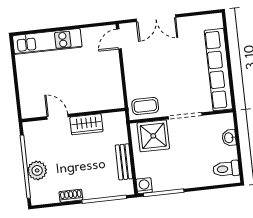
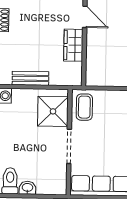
door: (58, 117) -> (85, 17), hinge flipped
washbasin: (229, 138) -> (27, 188), moved

